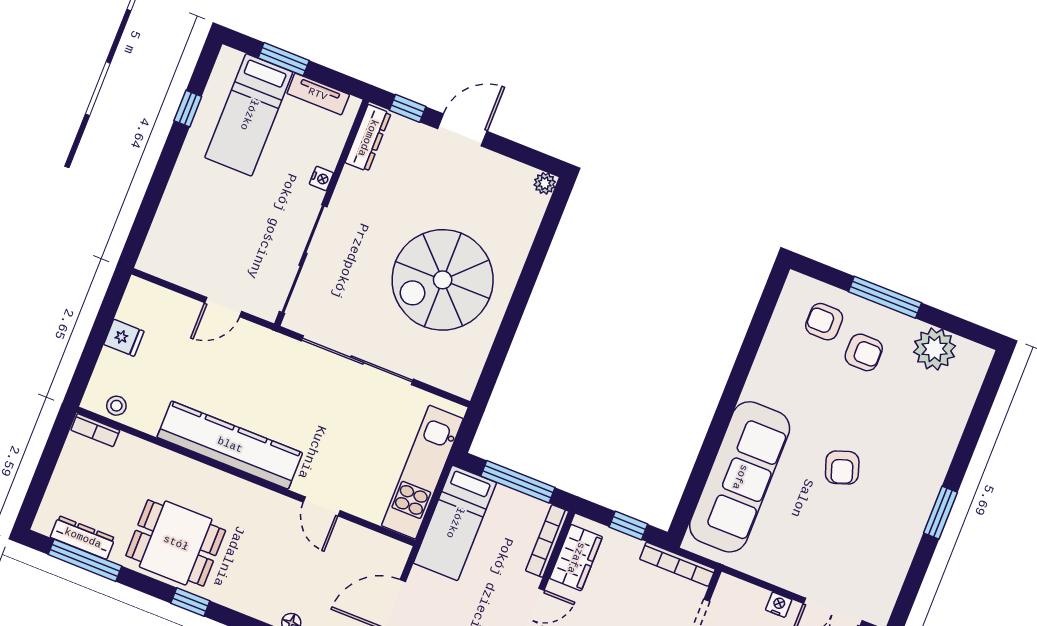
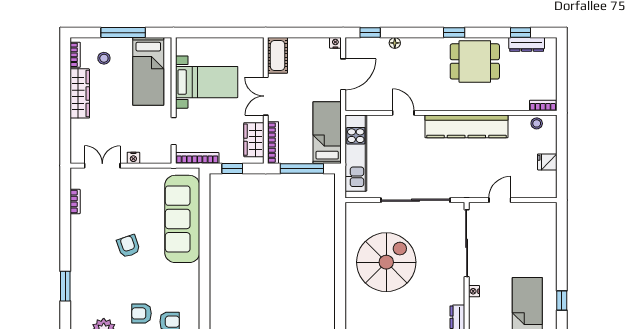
window: (940, 513) -> (65, 286), moved
window: (85, 560) -> (520, 33), width x0.46
bookcase: (899, 572) -> (75, 201), added

